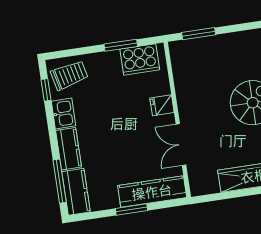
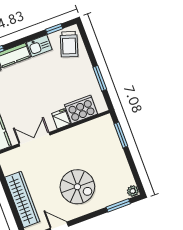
cooker: (140, 59) -> (81, 109), moved, turned 90
trolley: (69, 75) -> (69, 44), turned 31

